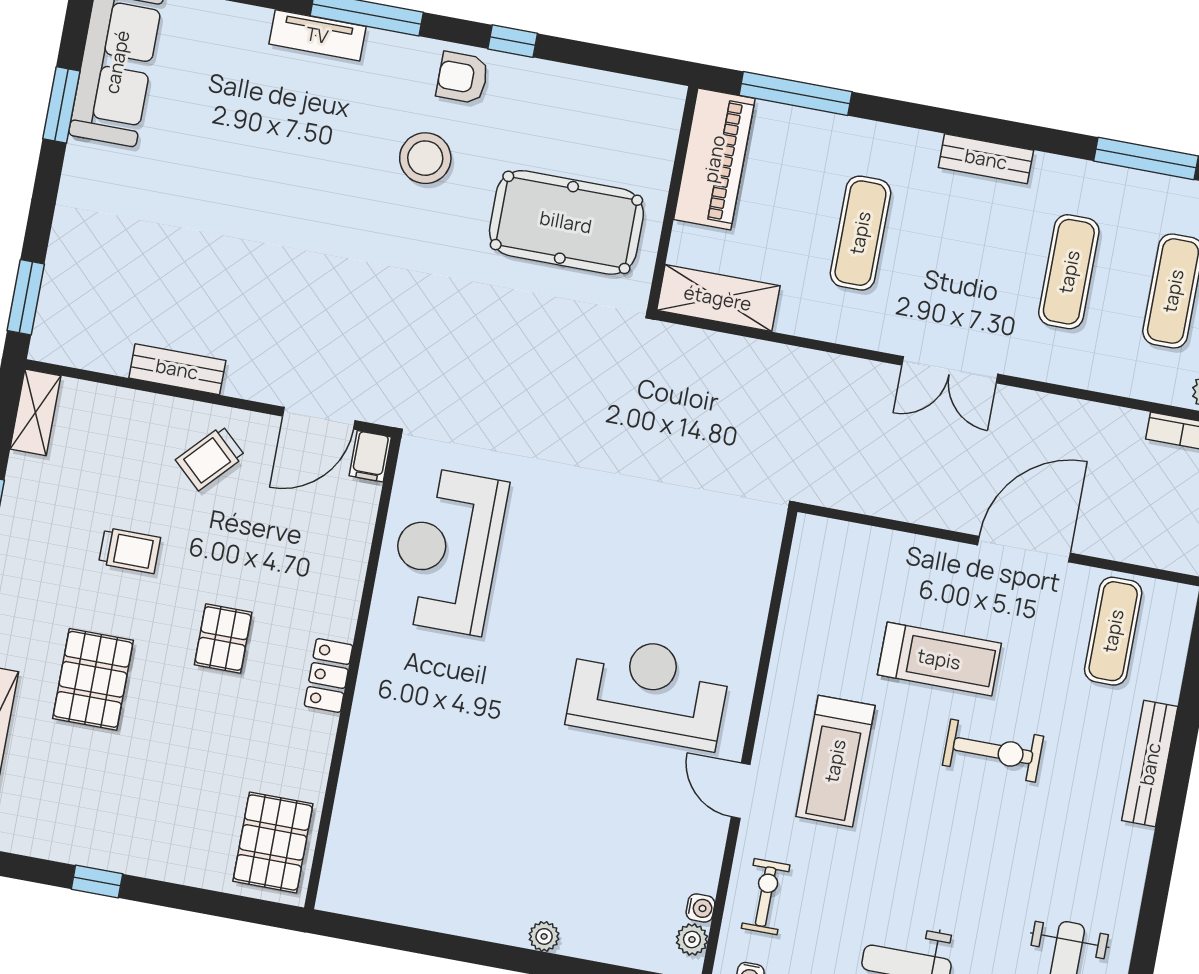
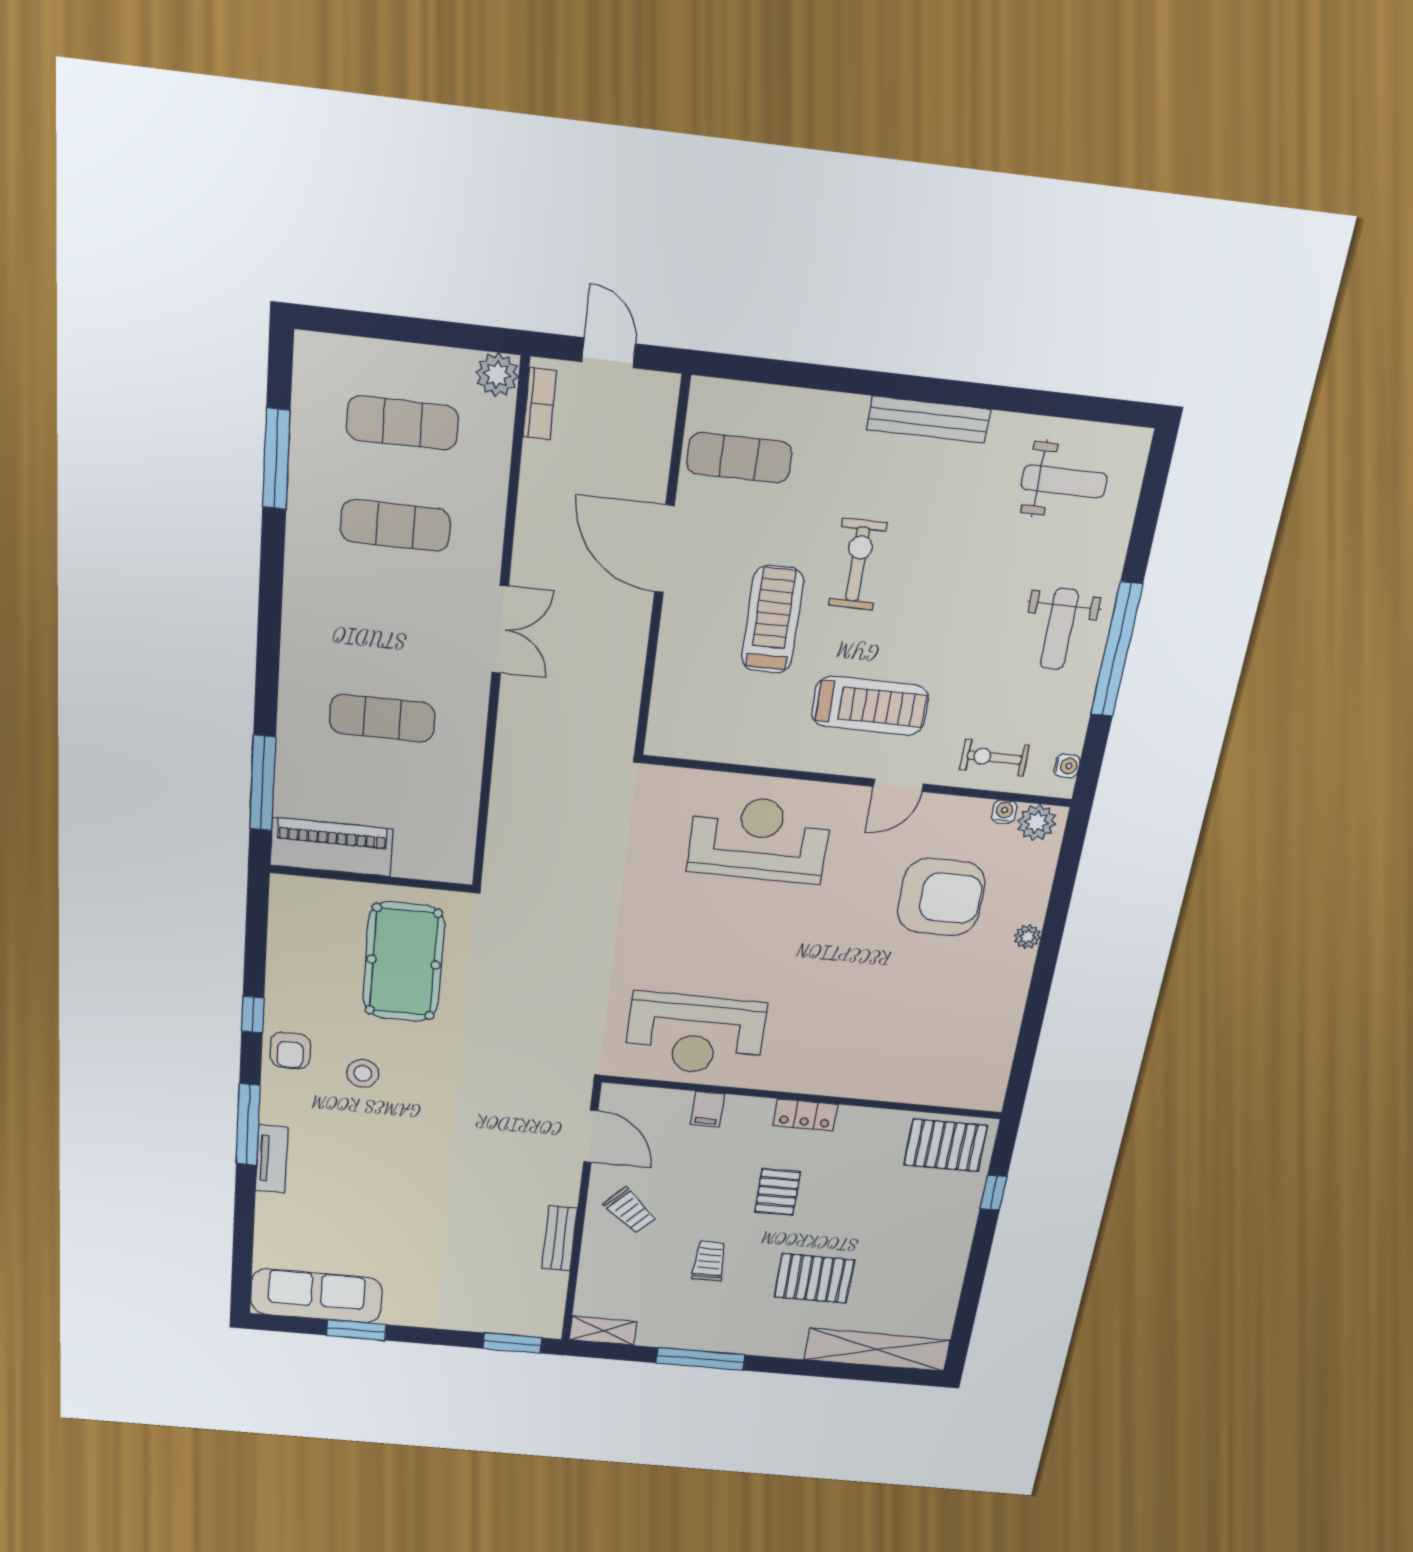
stool: (425, 158) -> (363, 1073), width x0.73, depth x0.73
bench: (986, 159) -> (298, 611), removed
shelving: (718, 298) -> (456, 835), removed
filing cabinet: (370, 456) -> (707, 1109), moved, turned 90
pallet: (223, 639) -> (778, 1192), turned 90
reception desk: (648, 691) -> (759, 839), moved, turned 90
bench: (1150, 764) -> (929, 420), moved
armchair: (601, 838) -> (941, 897), added
window: (97, 881) -> (994, 1193), moved
plant: (692, 939) -> (1037, 822), width x1.38, depth x1.38

